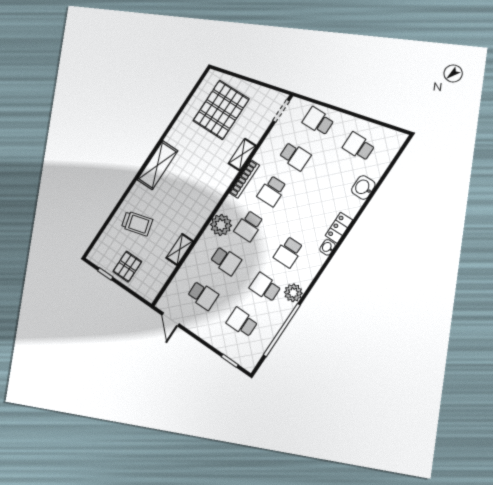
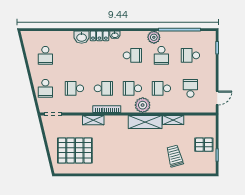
school desk: (295, 156) -> (74, 88), turned -90
shelving: (157, 165) -> (145, 122), moved
washbasin: (363, 187) -> (82, 37), moved
school desk: (249, 226) -> (132, 88), turned 180
school desk: (226, 261) -> (161, 88), turned -90
school desk: (242, 322) -> (190, 55), turned 90

